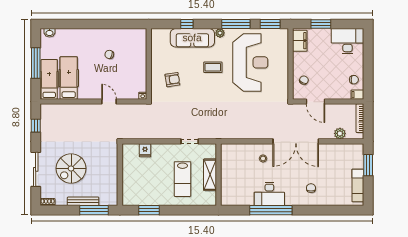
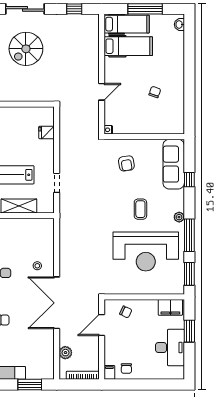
sofa: (192, 38) -> (174, 164), moved
desk: (347, 41) -> (170, 348), moved
spiral stairs: (71, 168) -> (26, 49), turned -90

